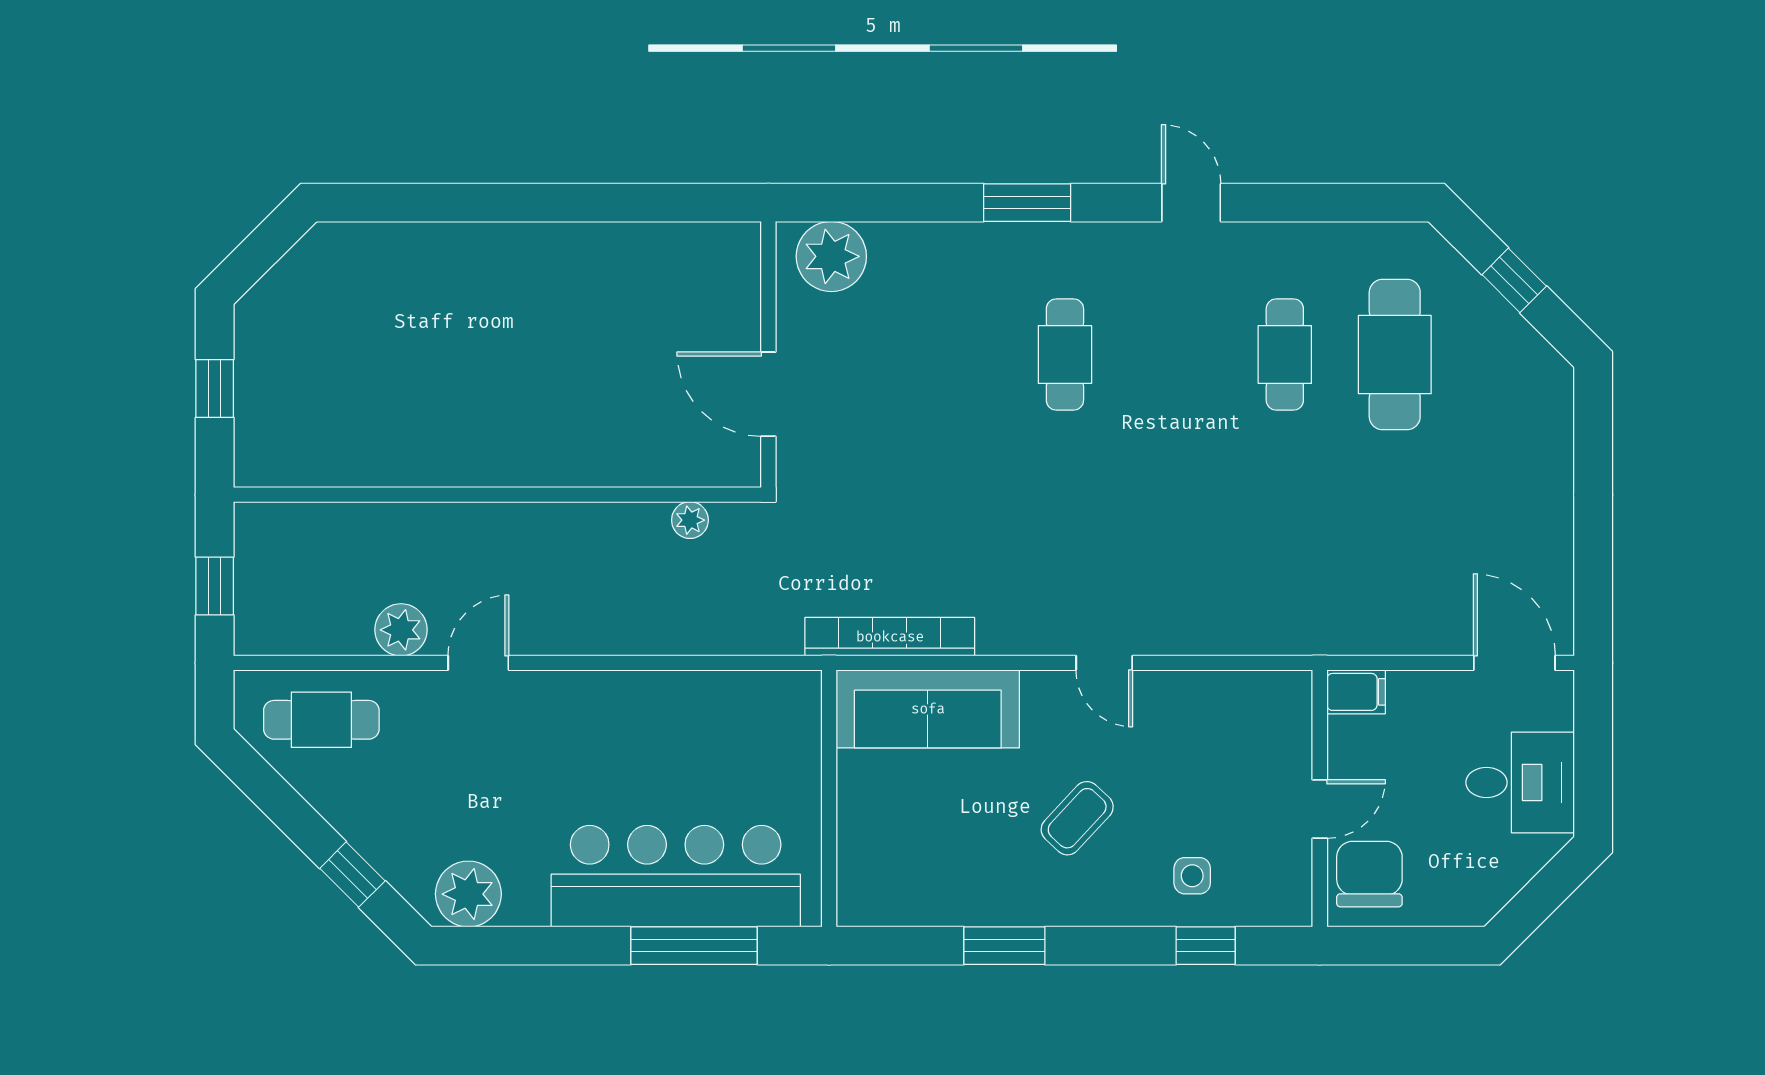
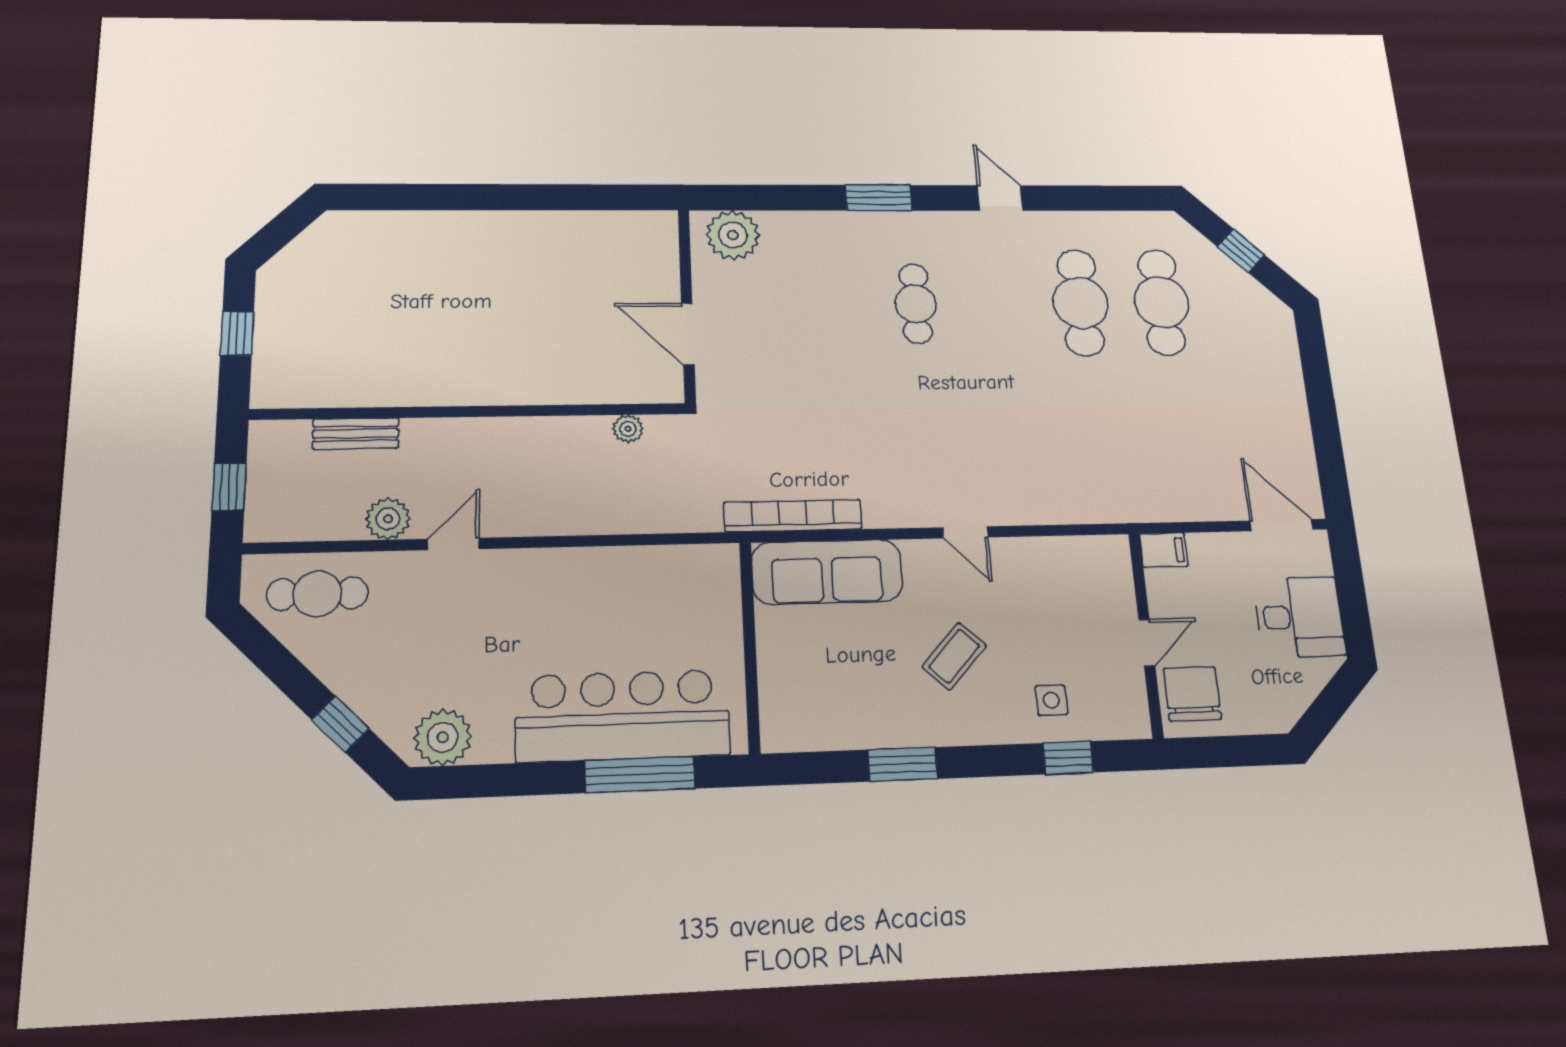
cafe table: (1285, 355) -> (1081, 303), width x1.37, depth x1.35
bench: (361, 521) -> (356, 434), added

